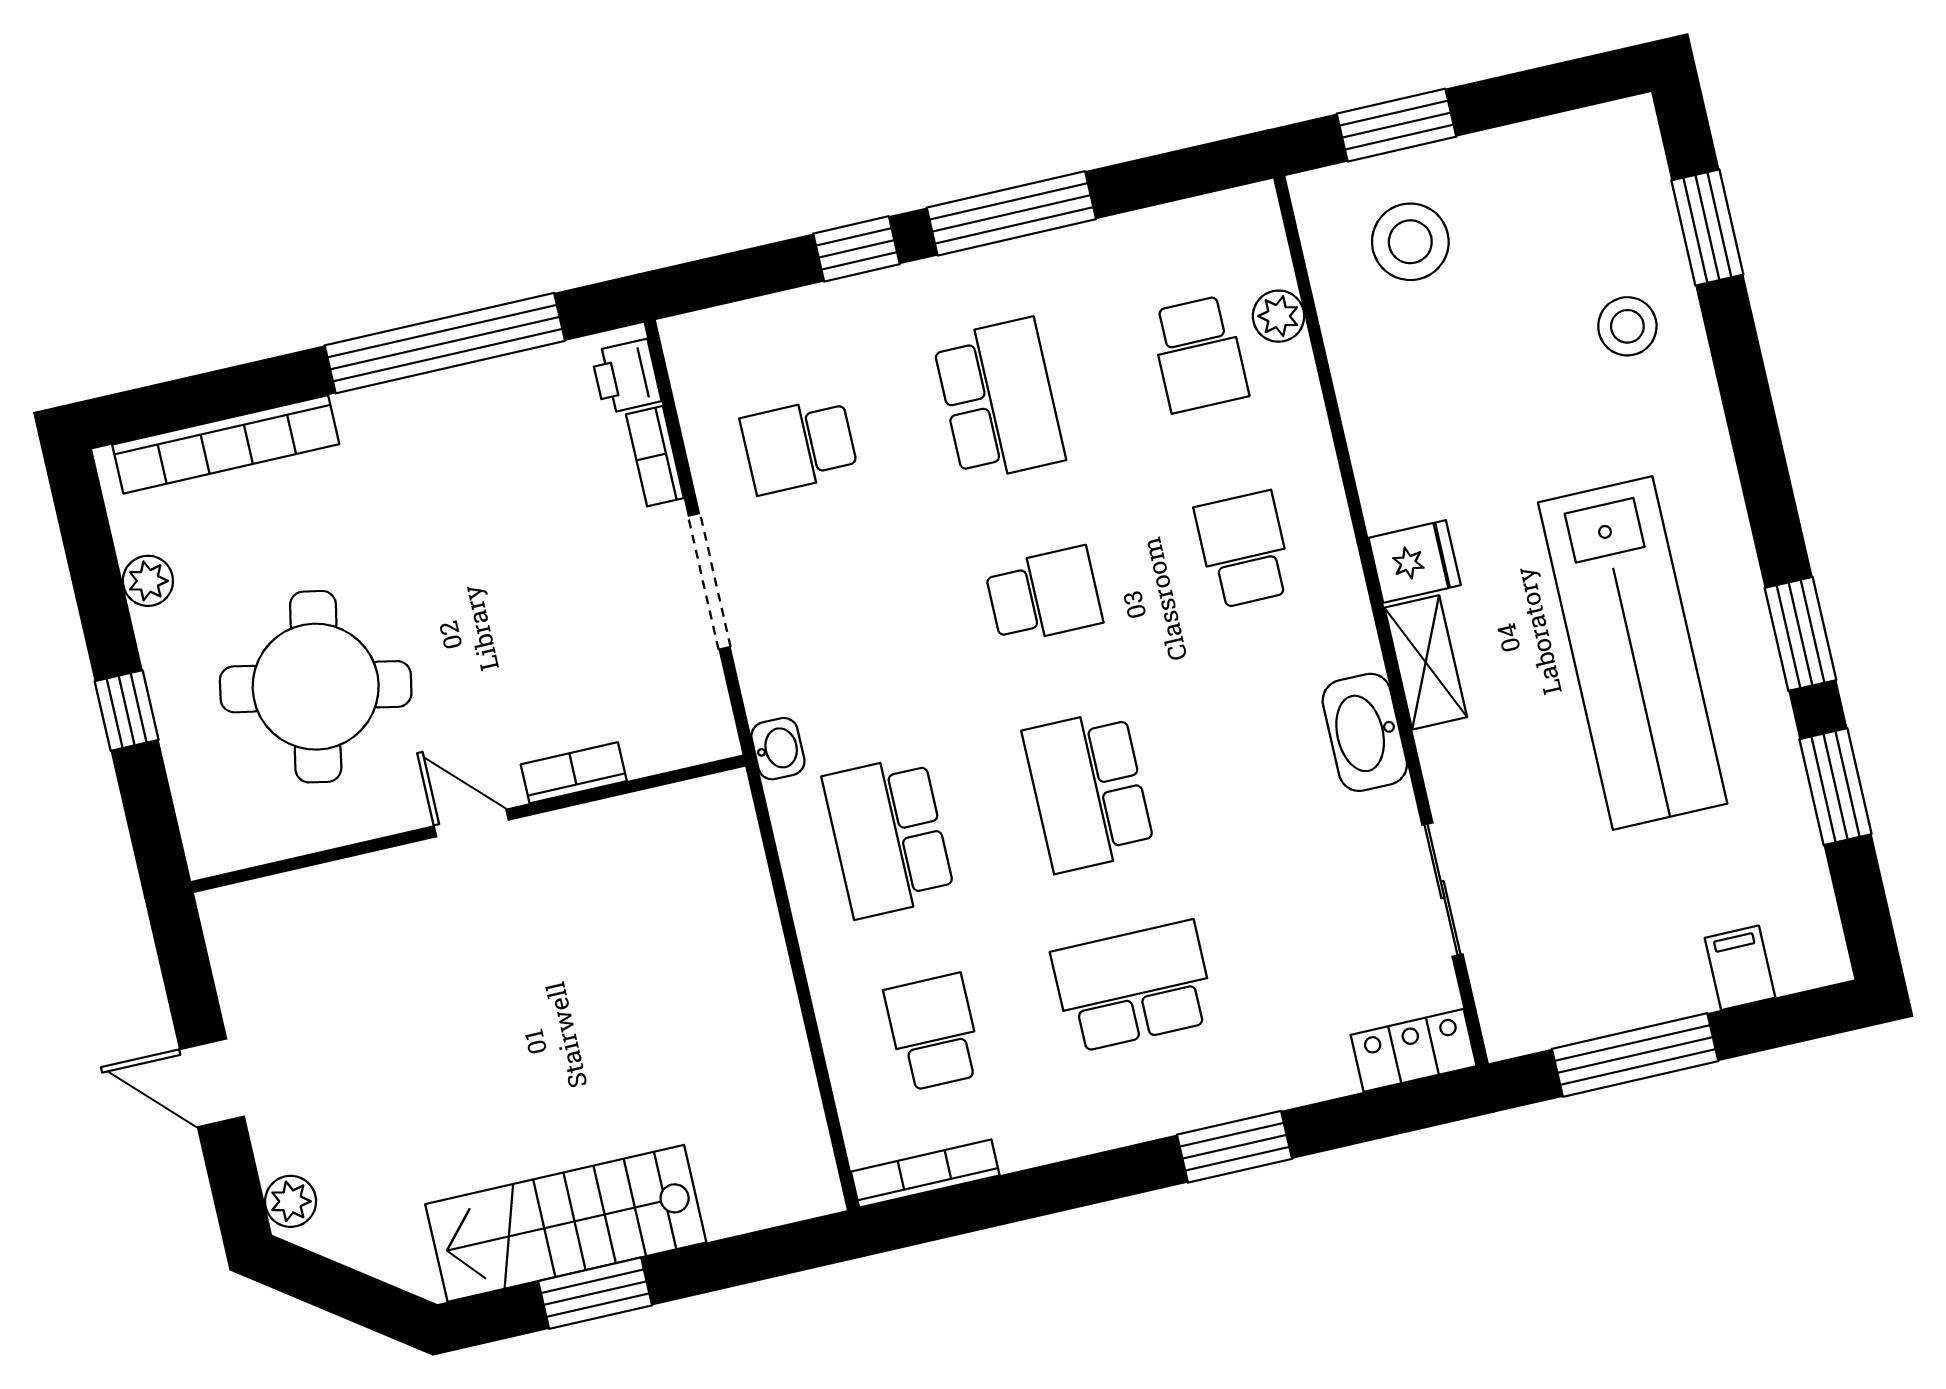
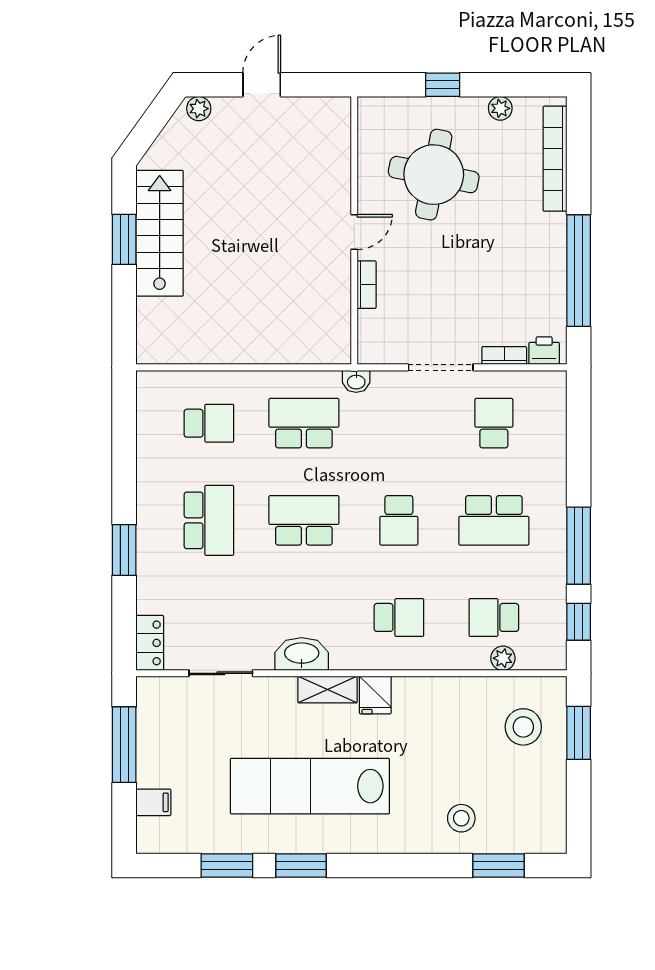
window: (856, 249) -> (579, 622), moved
bookcase: (925, 1173) -> (145, 404), removed

